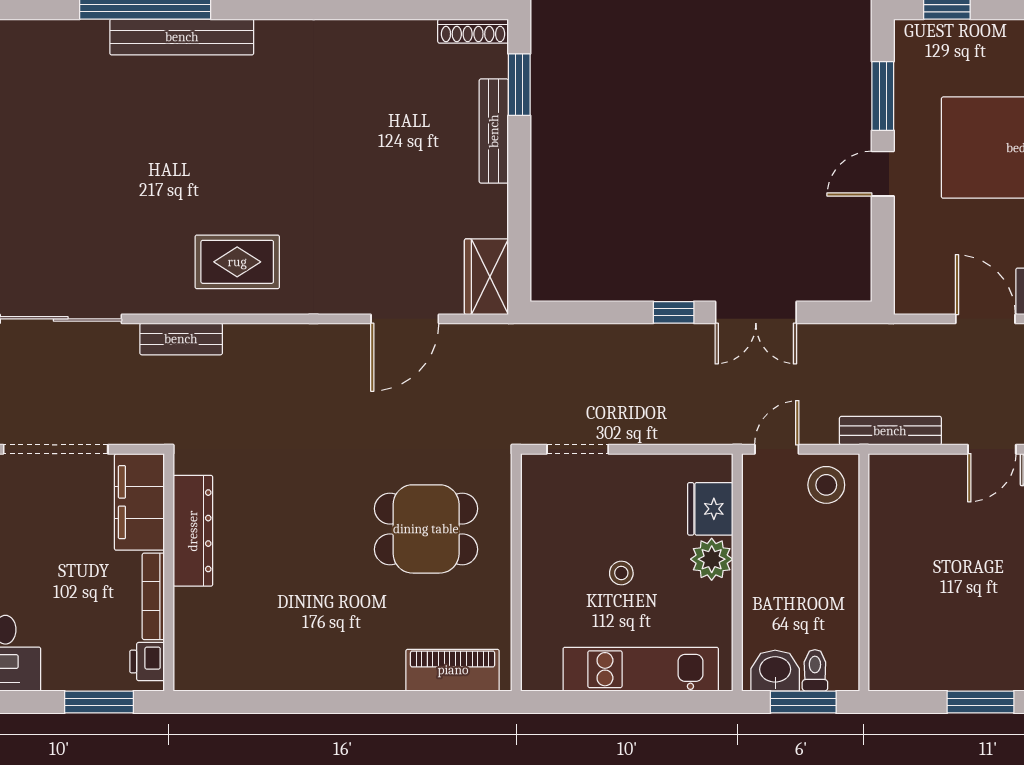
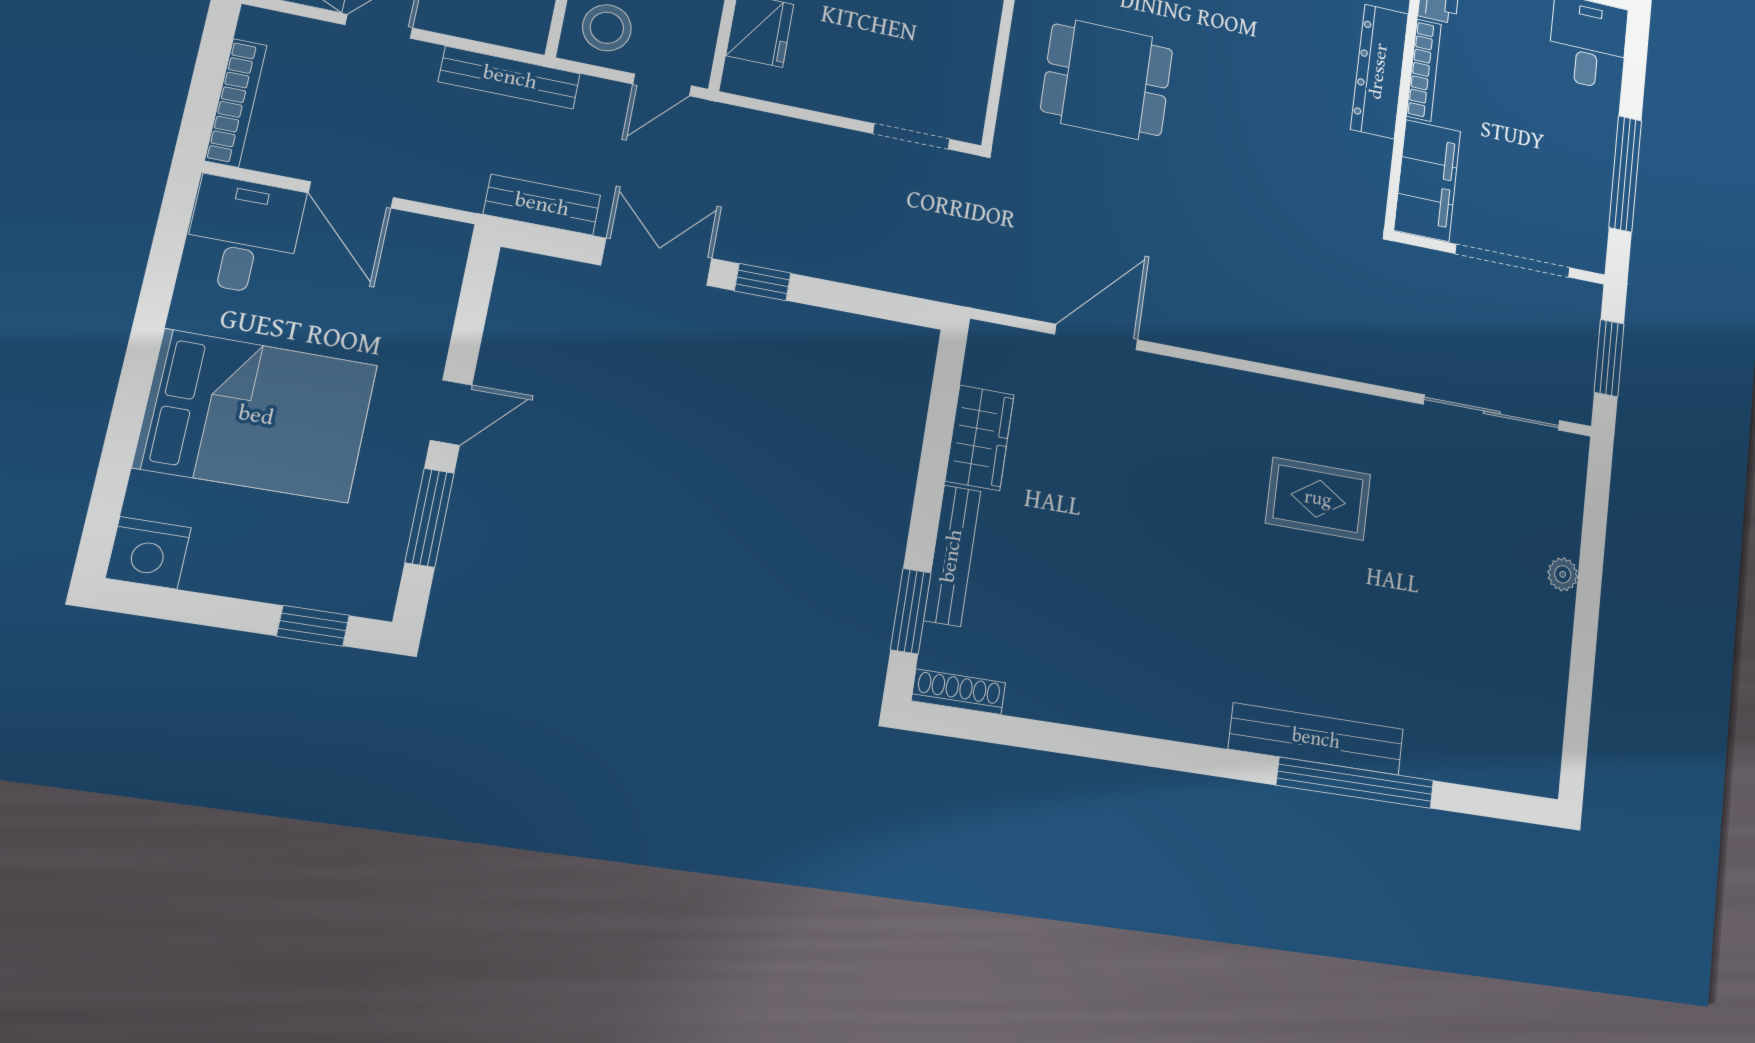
rug: (237, 262) -> (1318, 499), moved
wardrobe: (486, 277) -> (980, 438), moved
bench: (181, 339) -> (542, 205), moved
dresser: (193, 531) -> (1379, 71), moved

